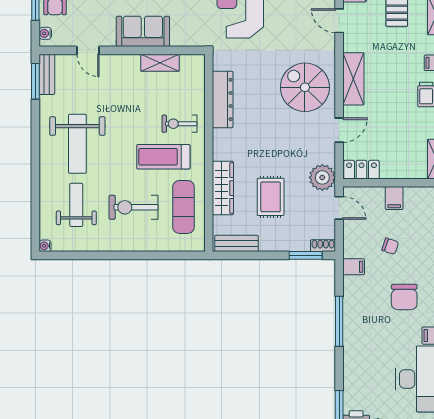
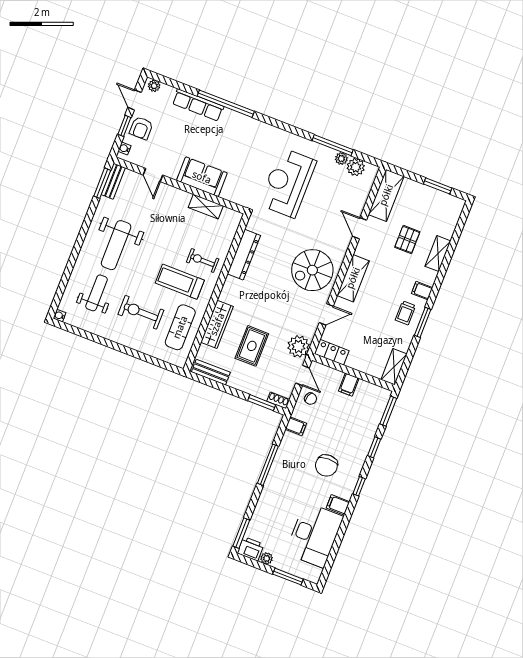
spiral stairs: (305, 87) -> (312, 270), turned -90
chair: (390, 246) -> (311, 399), moved

